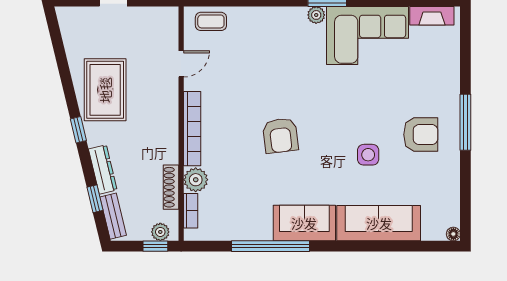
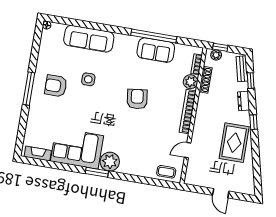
plant: (316, 15) -> (110, 162), width x1.88, depth x1.88
dresser: (103, 169) -> (244, 101), width x0.70
sofa: (304, 223) -> (156, 50), moved

